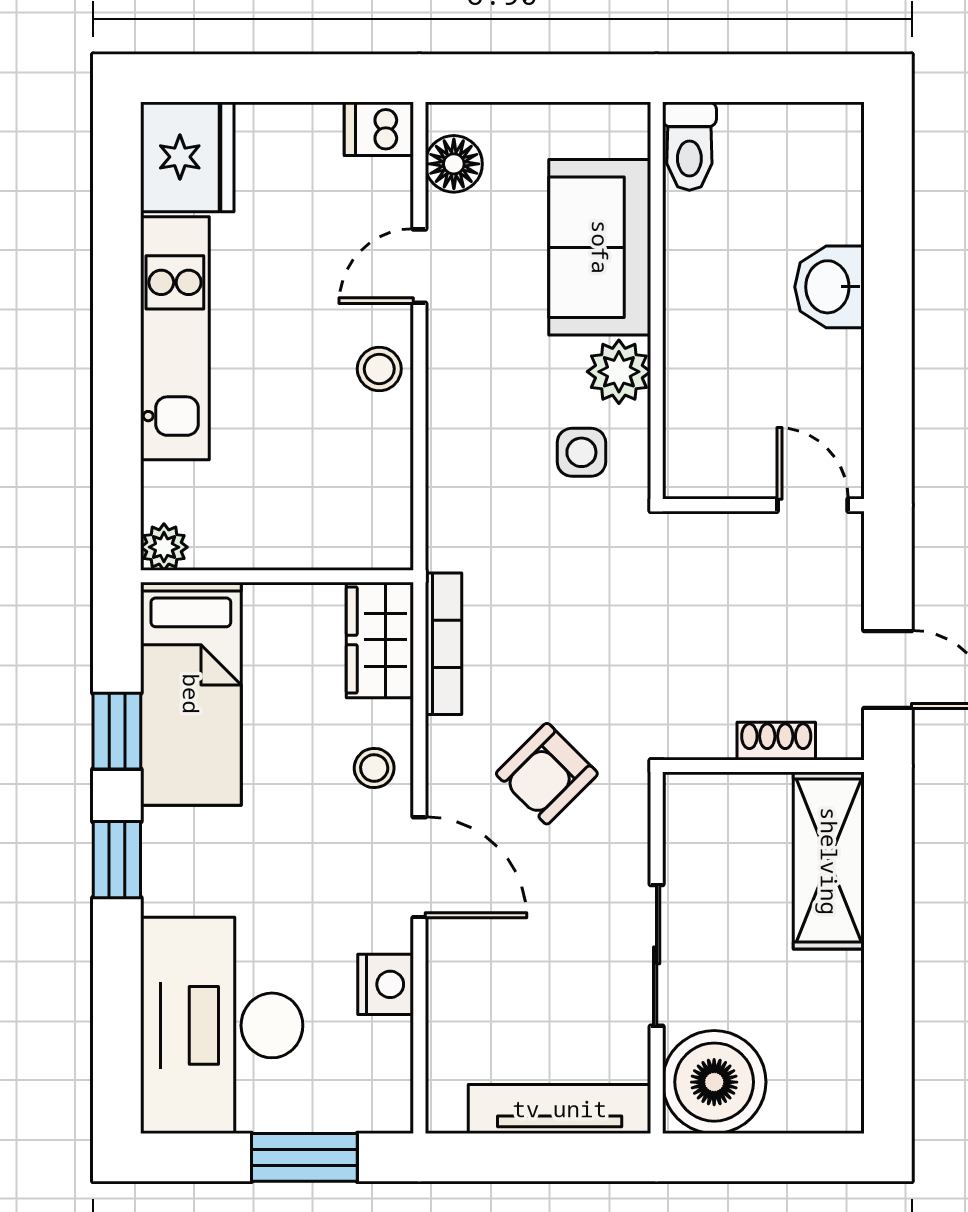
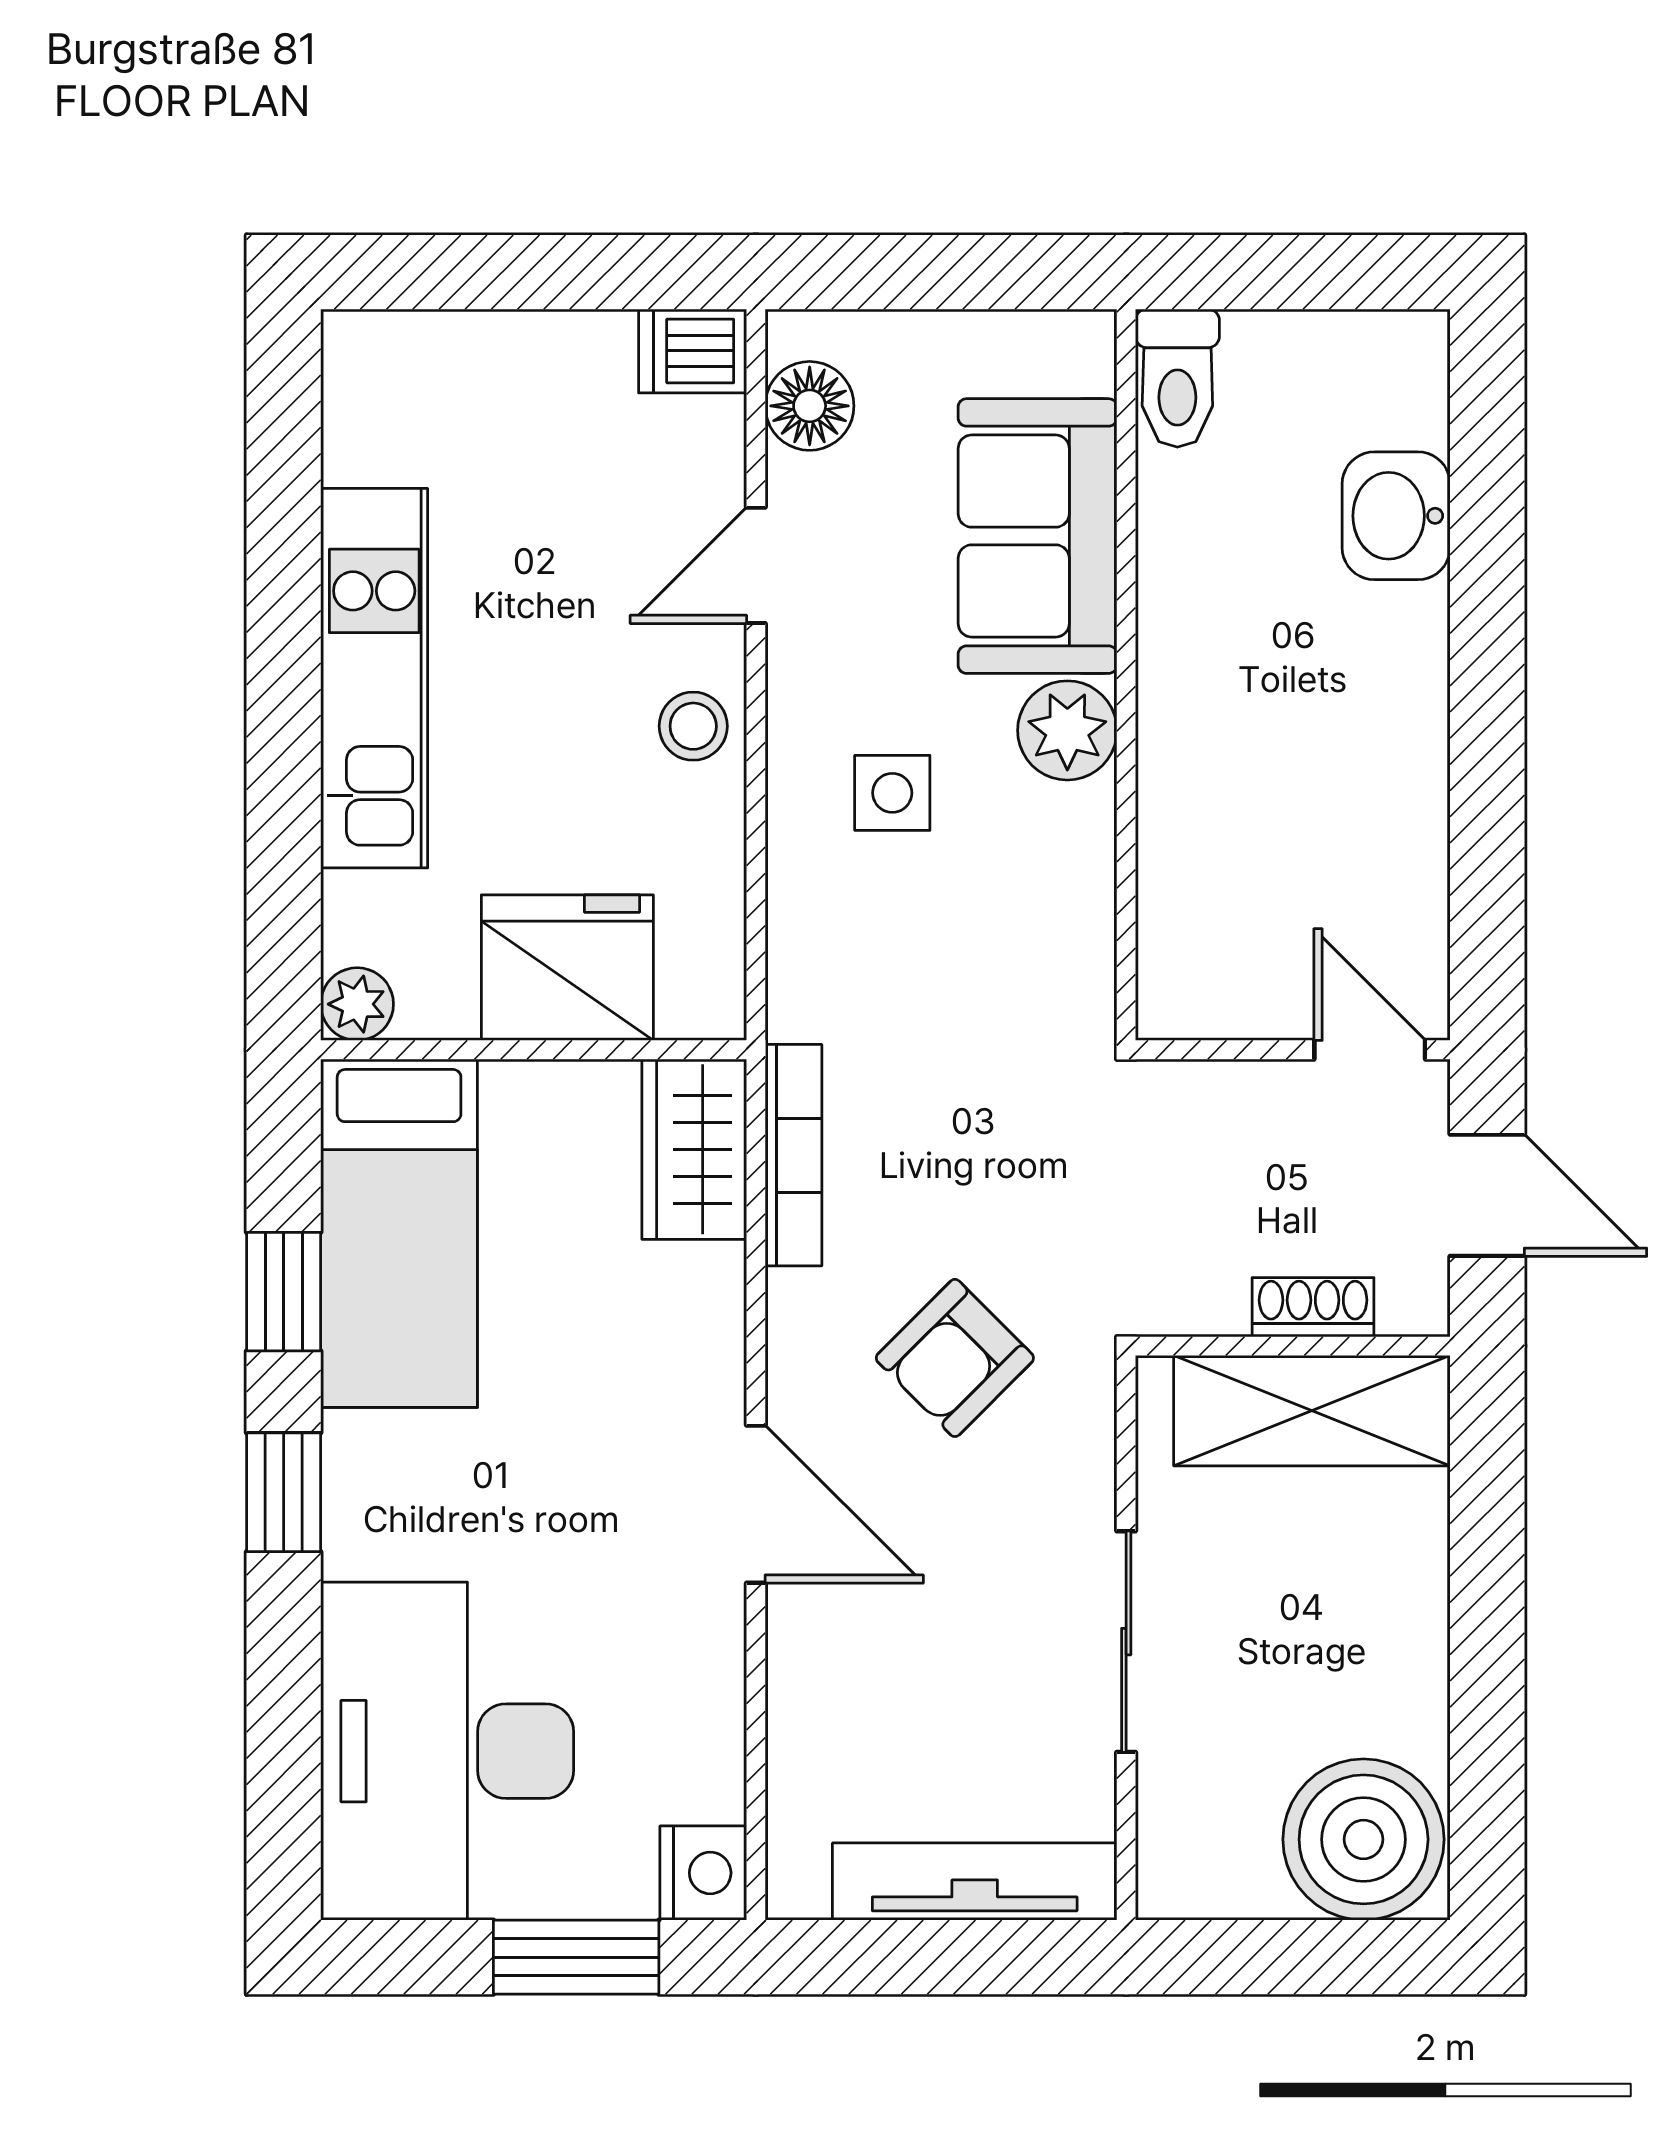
fridge: (187, 157) -> (567, 968), moved, turned -90
washbasin: (829, 287) -> (1396, 516), moved
side table: (581, 452) -> (892, 793), moved
wall: (763, 505) -> (1293, 1050), moved
door: (813, 505) -> (1370, 1050), moved
stool: (374, 768) -> (685, 1349), removed
shelving: (829, 861) -> (1312, 1411), moved, turned 90
nightstand: (386, 984) -> (703, 1873), moved
boiler: (714, 1082) -> (1364, 1839), moved

